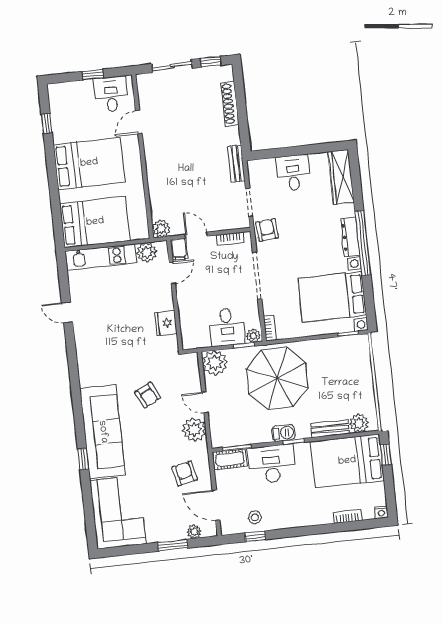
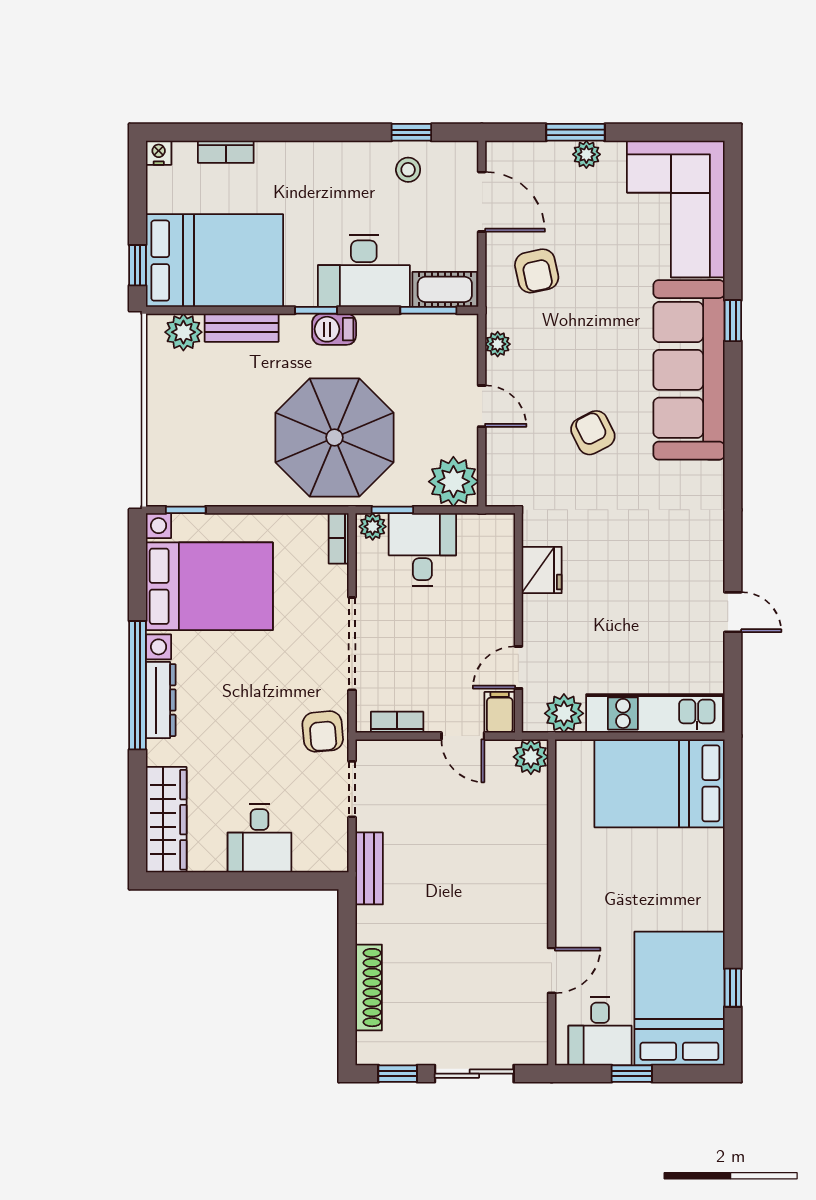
bed: (89, 163) -> (679, 998), moved, turned 90
plant: (194, 430) -> (498, 344), width x0.53, depth x0.53
plant: (194, 532) -> (586, 154), moved

